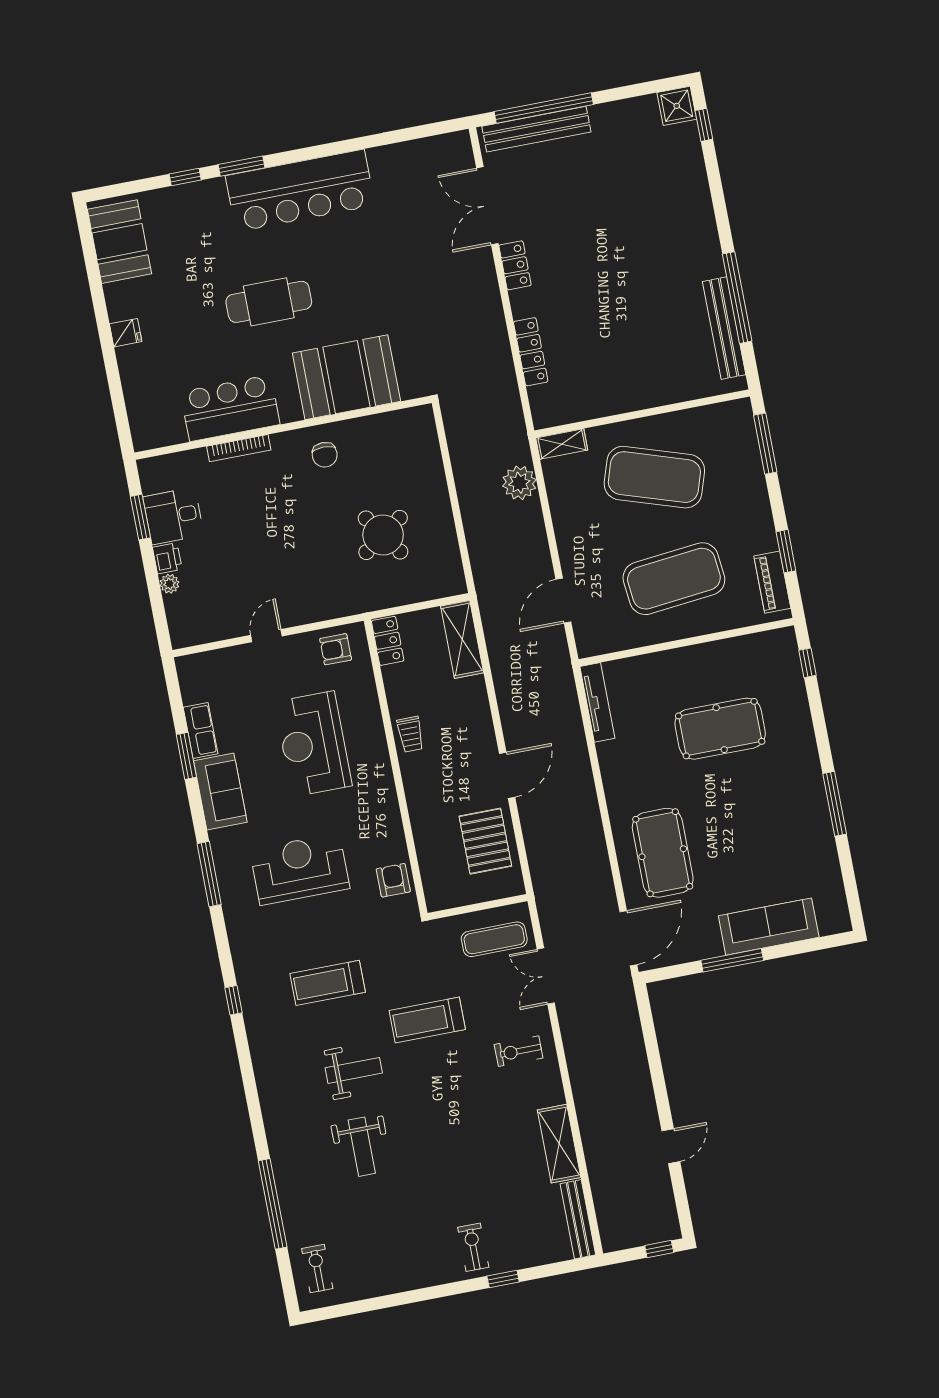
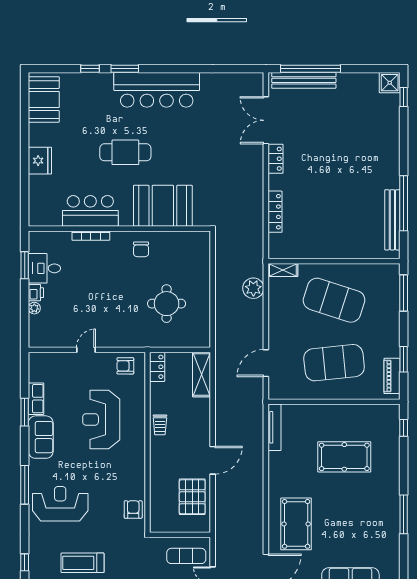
fridge: (126, 333) -> (40, 161), width x1.88, depth x1.34
round table: (383, 535) -> (167, 304), turned 35
reception desk: (300, 869) -> (60, 504), moved

